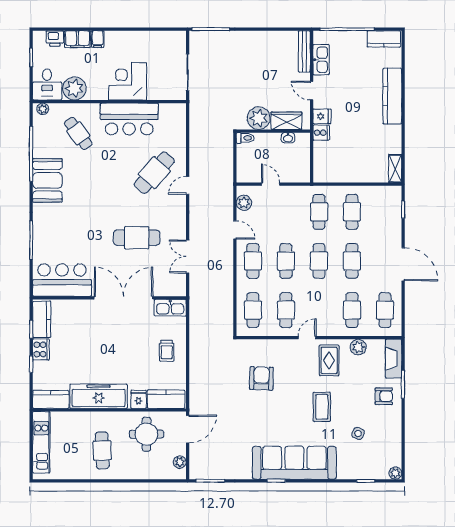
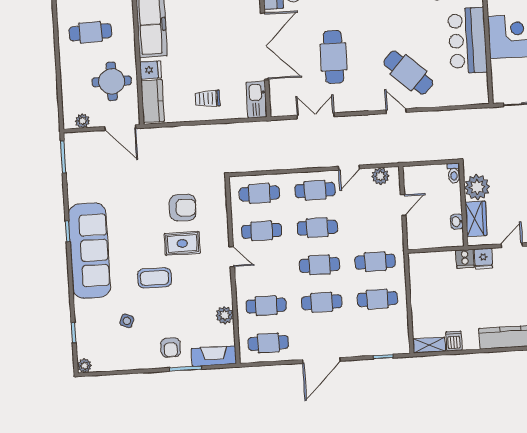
dishwasher: (393, 147) -> (454, 341), added
rug: (329, 360) -> (182, 243), moved

